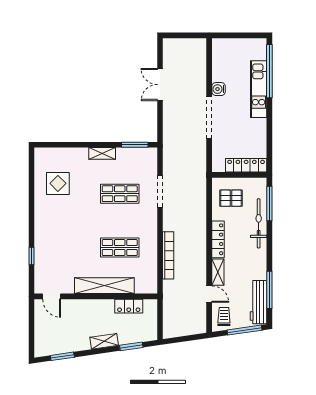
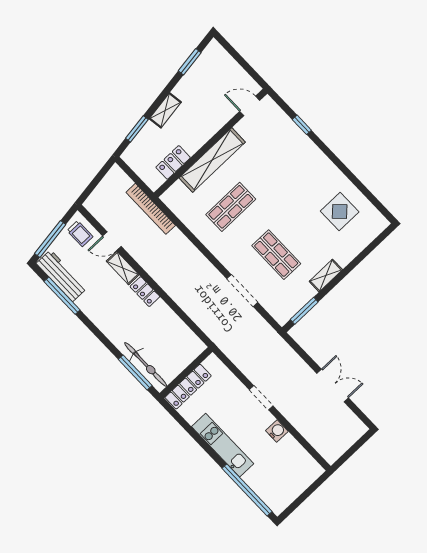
kitchen unit: (259, 89) -> (223, 445), moved
doorway: (209, 118) -> (261, 398), width x0.53
shop shelf: (120, 194) -> (276, 255), turned 90
pallet: (231, 198) -> (174, 345), removed
bicycle: (259, 223) -> (146, 364), moved
locker: (218, 239) -> (145, 292), width x0.66
bookcase: (168, 255) -> (151, 209), moved

